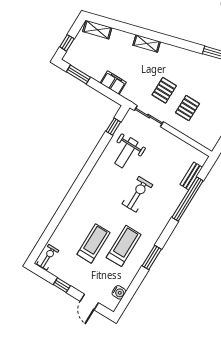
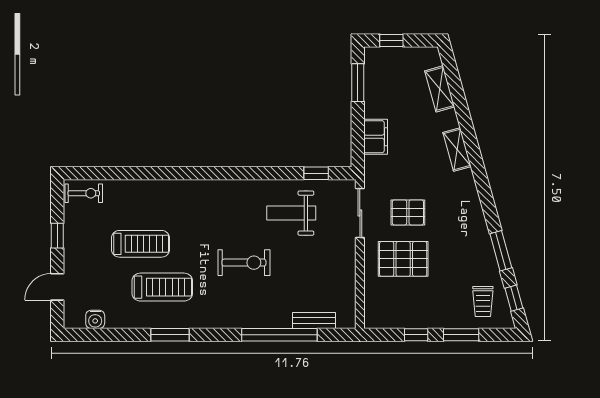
shelving: (97, 30) -> (440, 89), moved
pallet: (188, 108) -> (403, 259), width x1.50, depth x1.42

